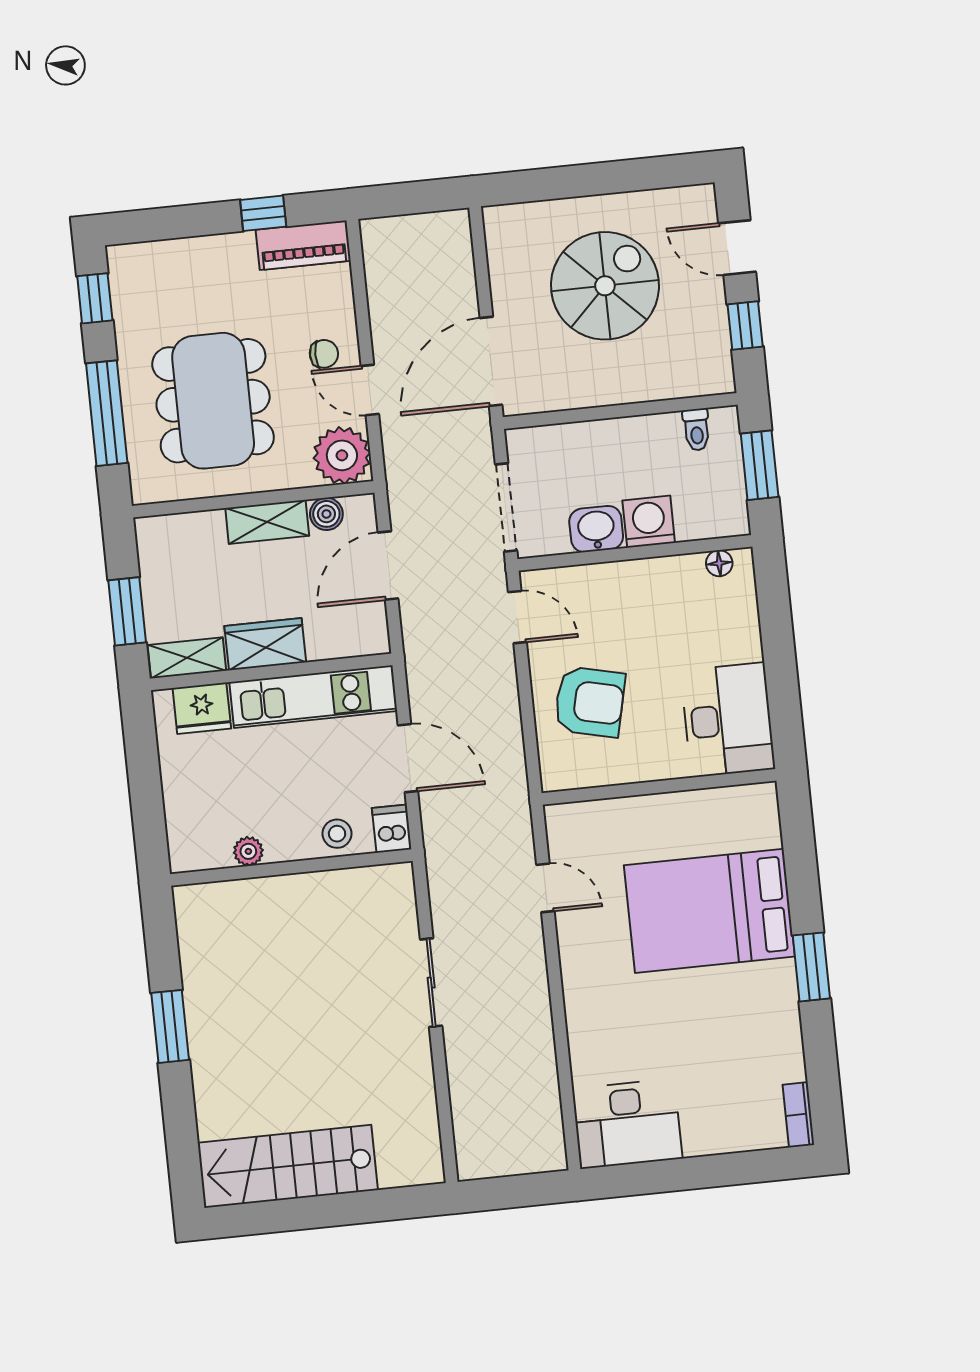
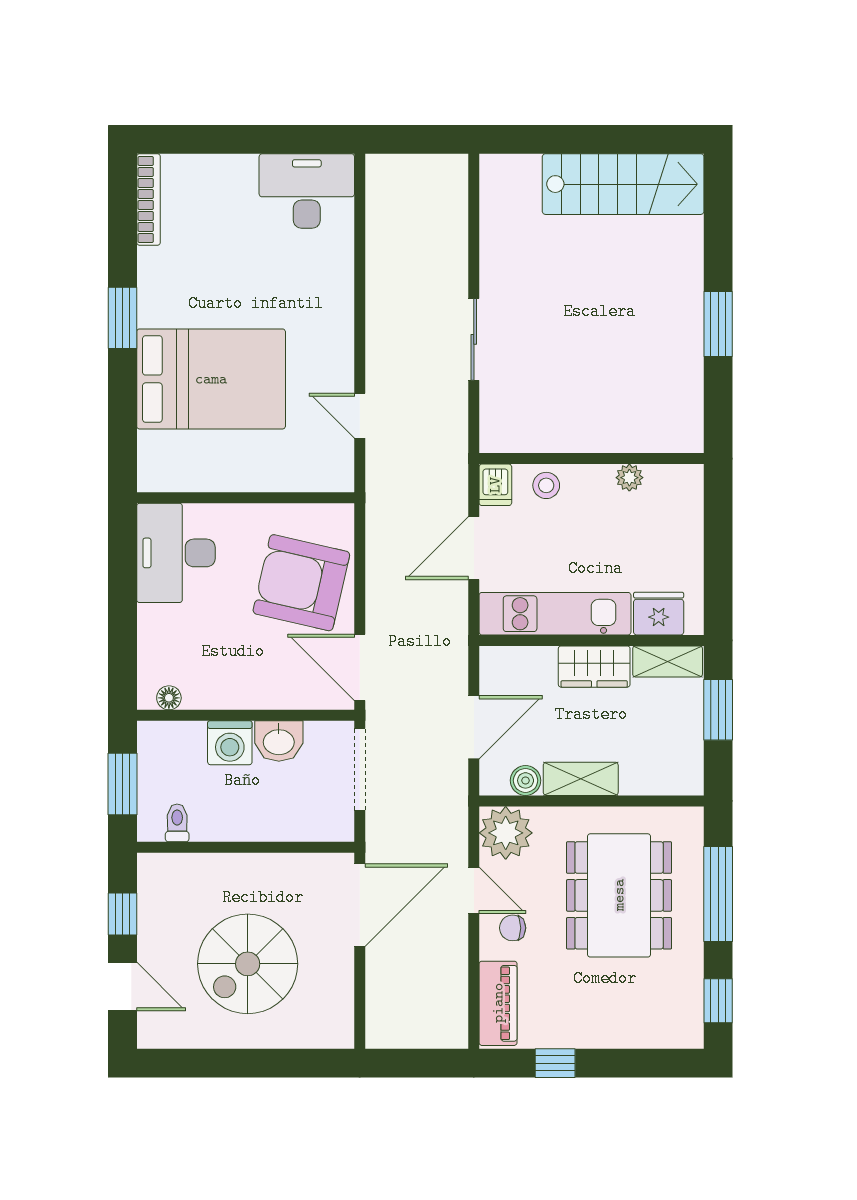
piano: (303, 245) -> (498, 1003), moved, turned 90
door: (517, 617) -> (360, 667), width x1.38
armchair: (590, 702) -> (301, 583), width x1.36, depth x1.36
door: (408, 758) -> (474, 548), hinge flipped
bookcase: (798, 1115) -> (149, 199), width x1.56

